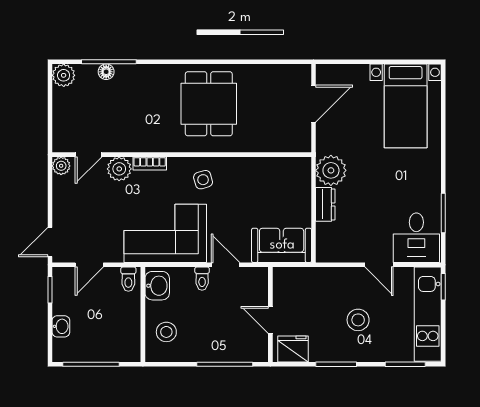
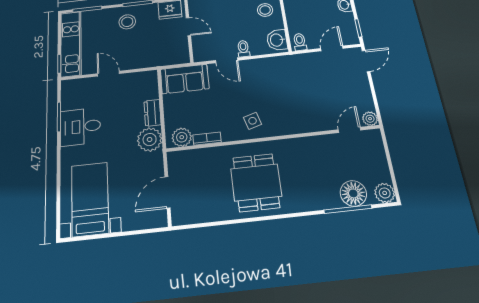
floor lamp: (106, 72) -> (353, 193), width x1.89, depth x1.89
bookcase: (150, 163) -> (207, 139), moved
plant: (119, 169) -> (182, 137), moved
corner sofa: (165, 233) -> (277, 77), removed
desk: (416, 238) -> (80, 127), moved, turned -90
stool: (358, 320) -> (127, 22), moved

